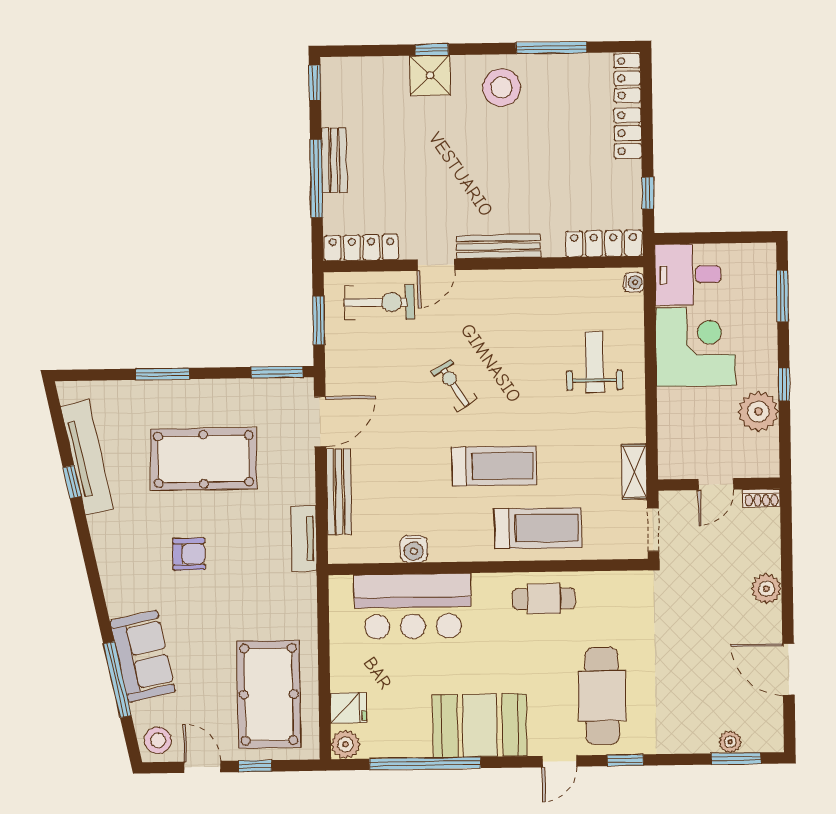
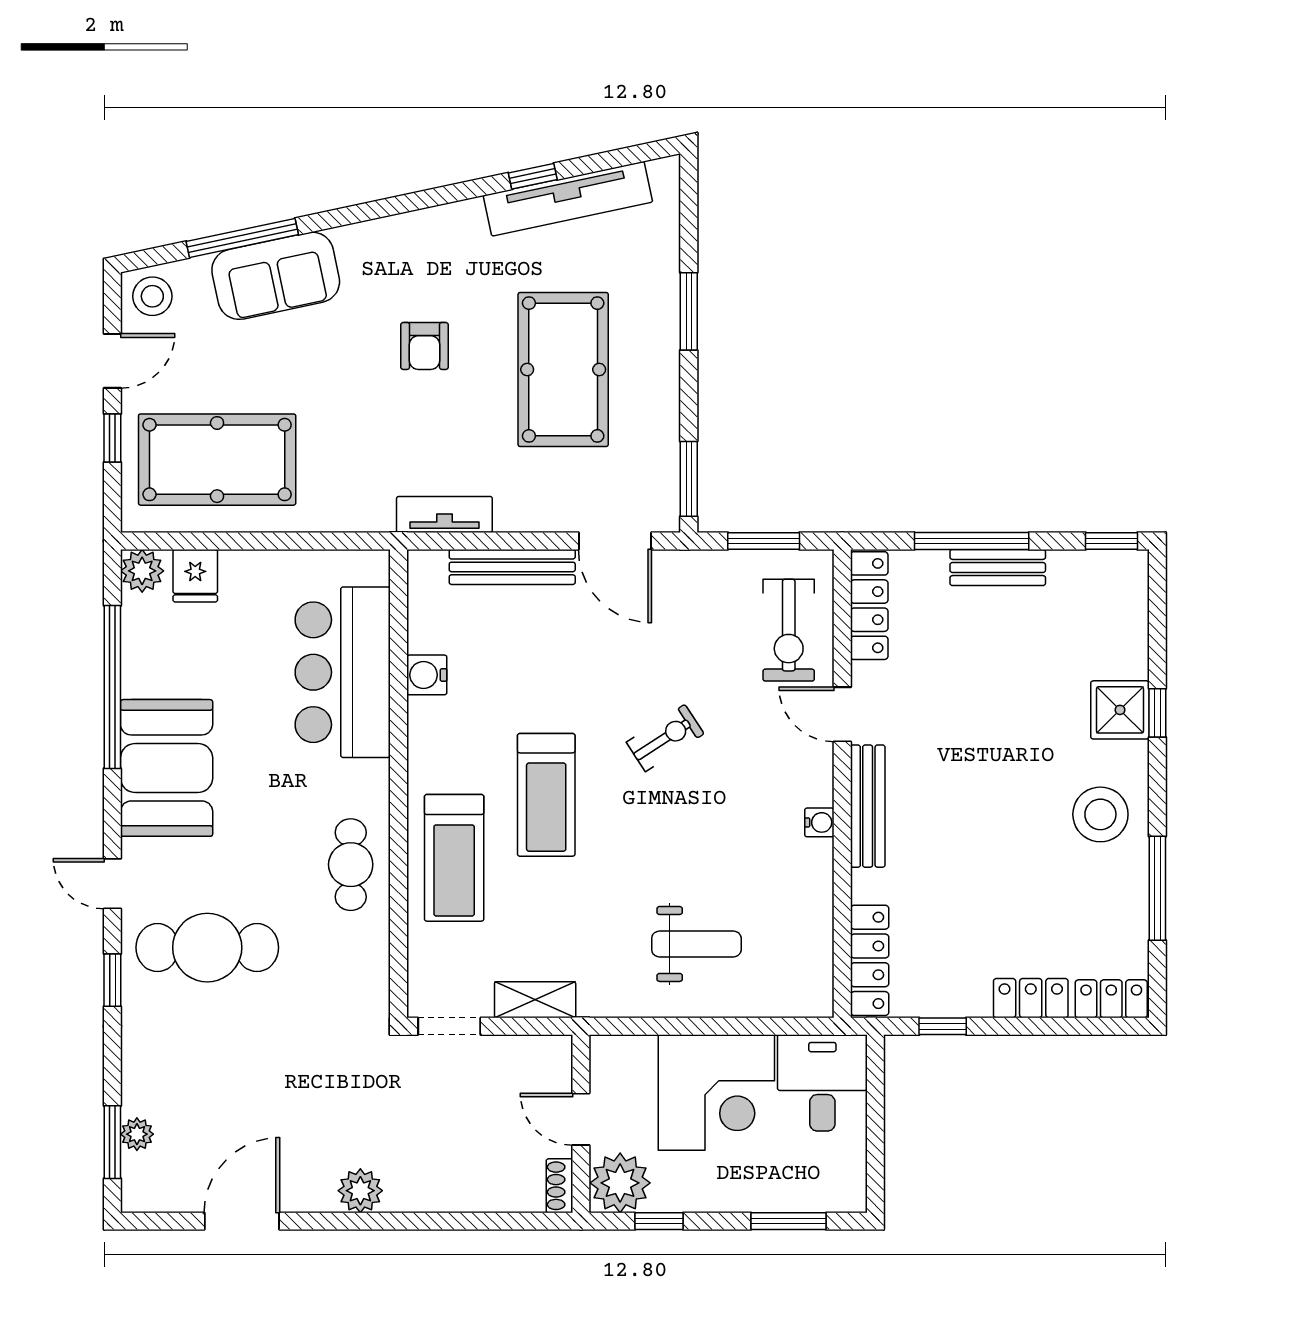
water cooler: (634, 282) -> (819, 822), moved, turned -90
door: (716, 484) -> (581, 1119), moved
wall: (719, 484) -> (581, 1124), moved
shoe rack: (762, 498) -> (559, 1186), moved

